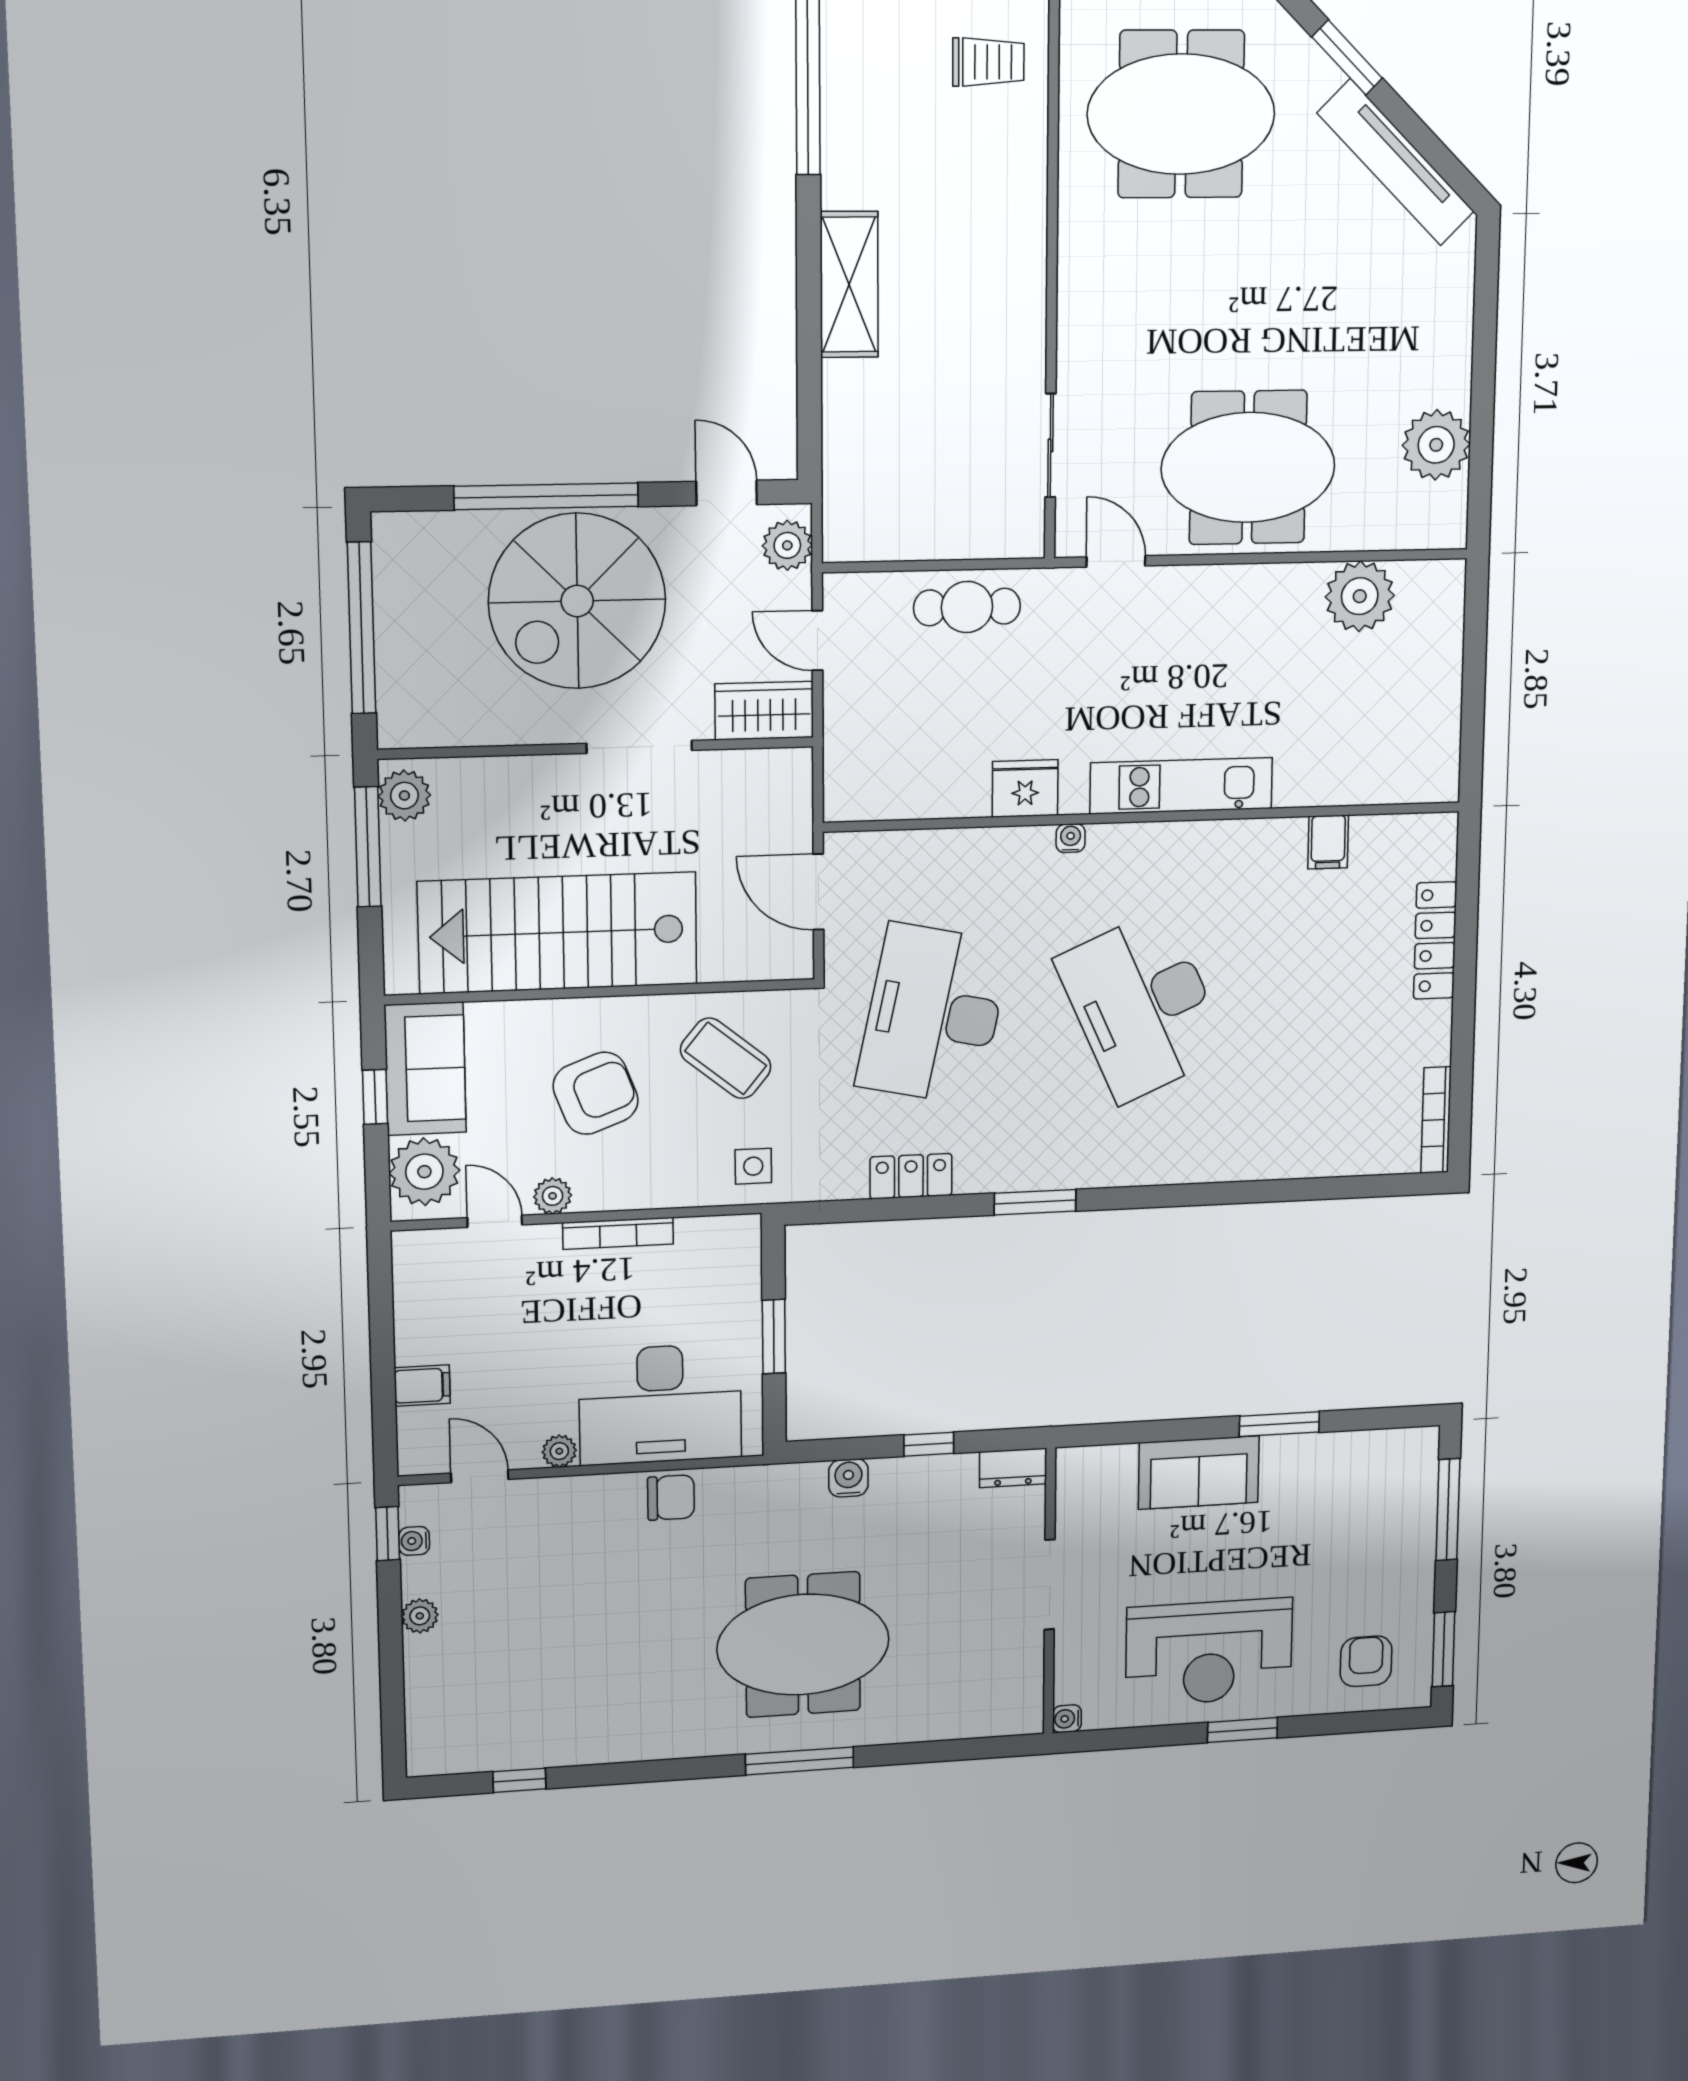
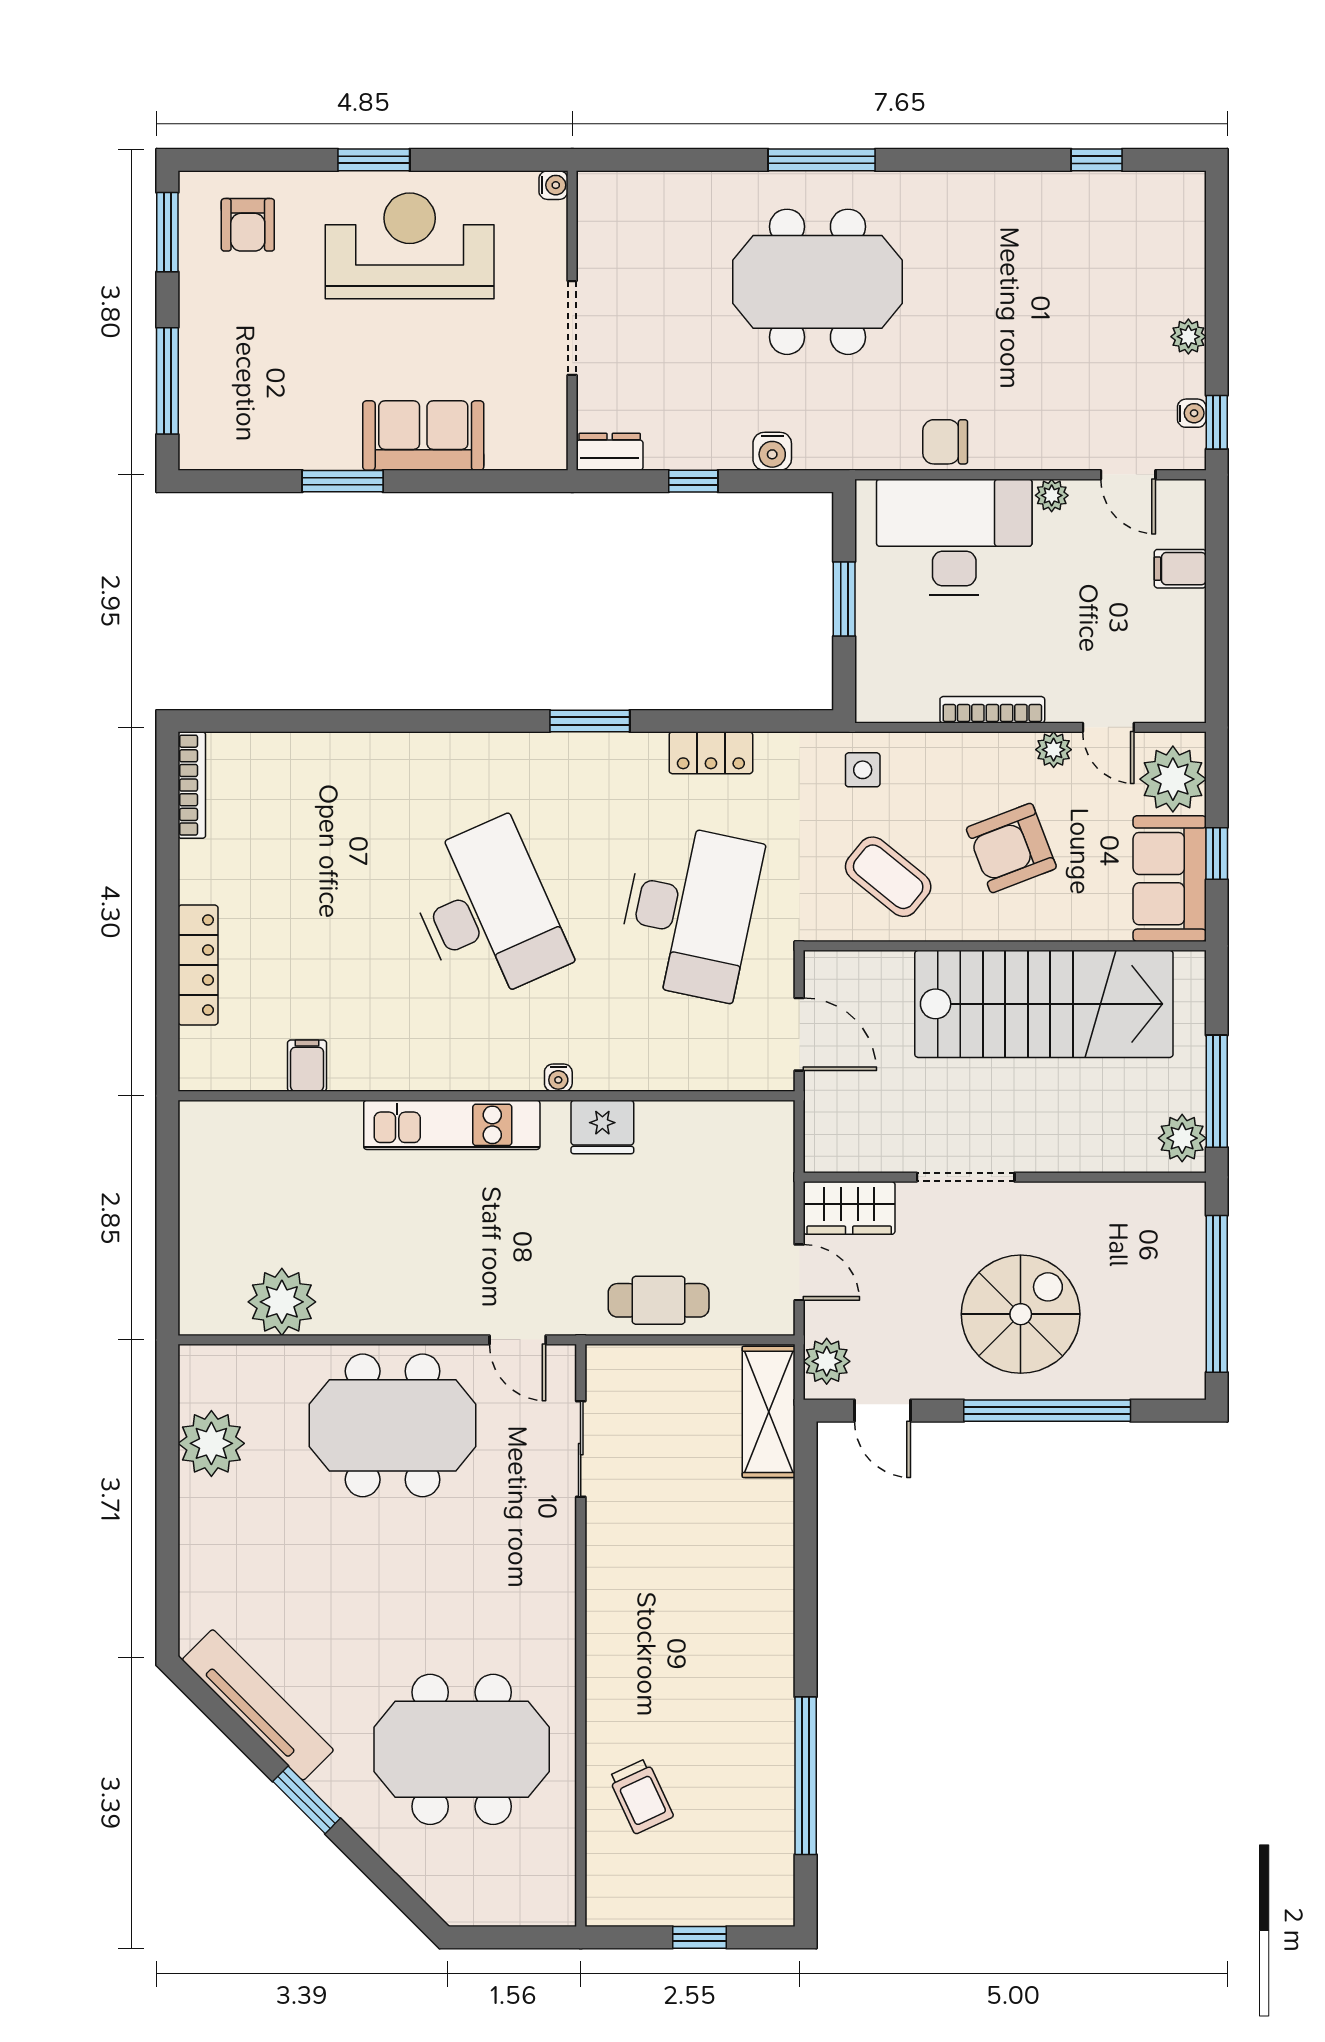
trolley: (988, 62) -> (641, 1796), turned -115
shelving: (849, 285) -> (769, 1412), moved
spiral stairs: (577, 601) -> (1021, 1314), width x0.73, depth x0.73

